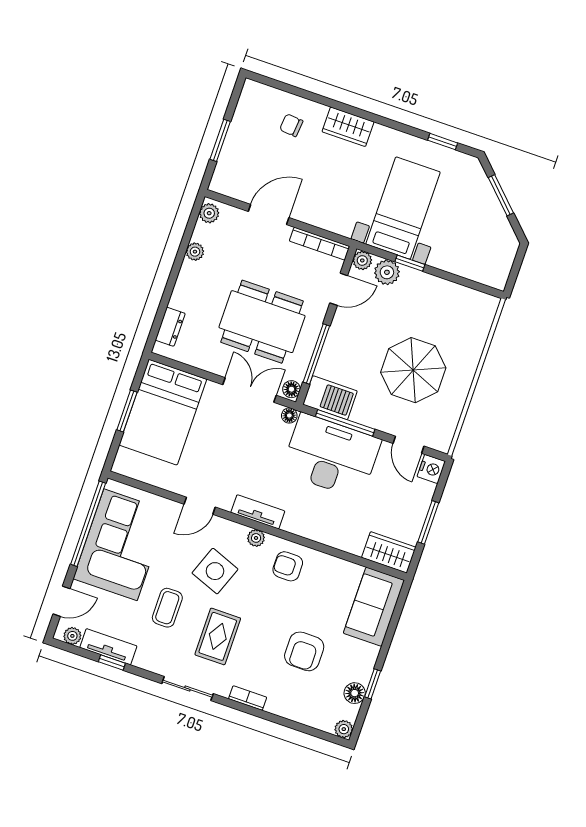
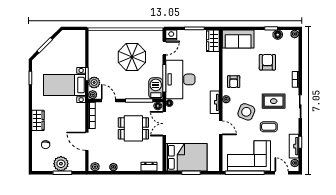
plant: (240, 144) -> (61, 164), added
dining table: (262, 322) -> (133, 128), width x0.73
armchair: (304, 651) -> (267, 62), turned -90

